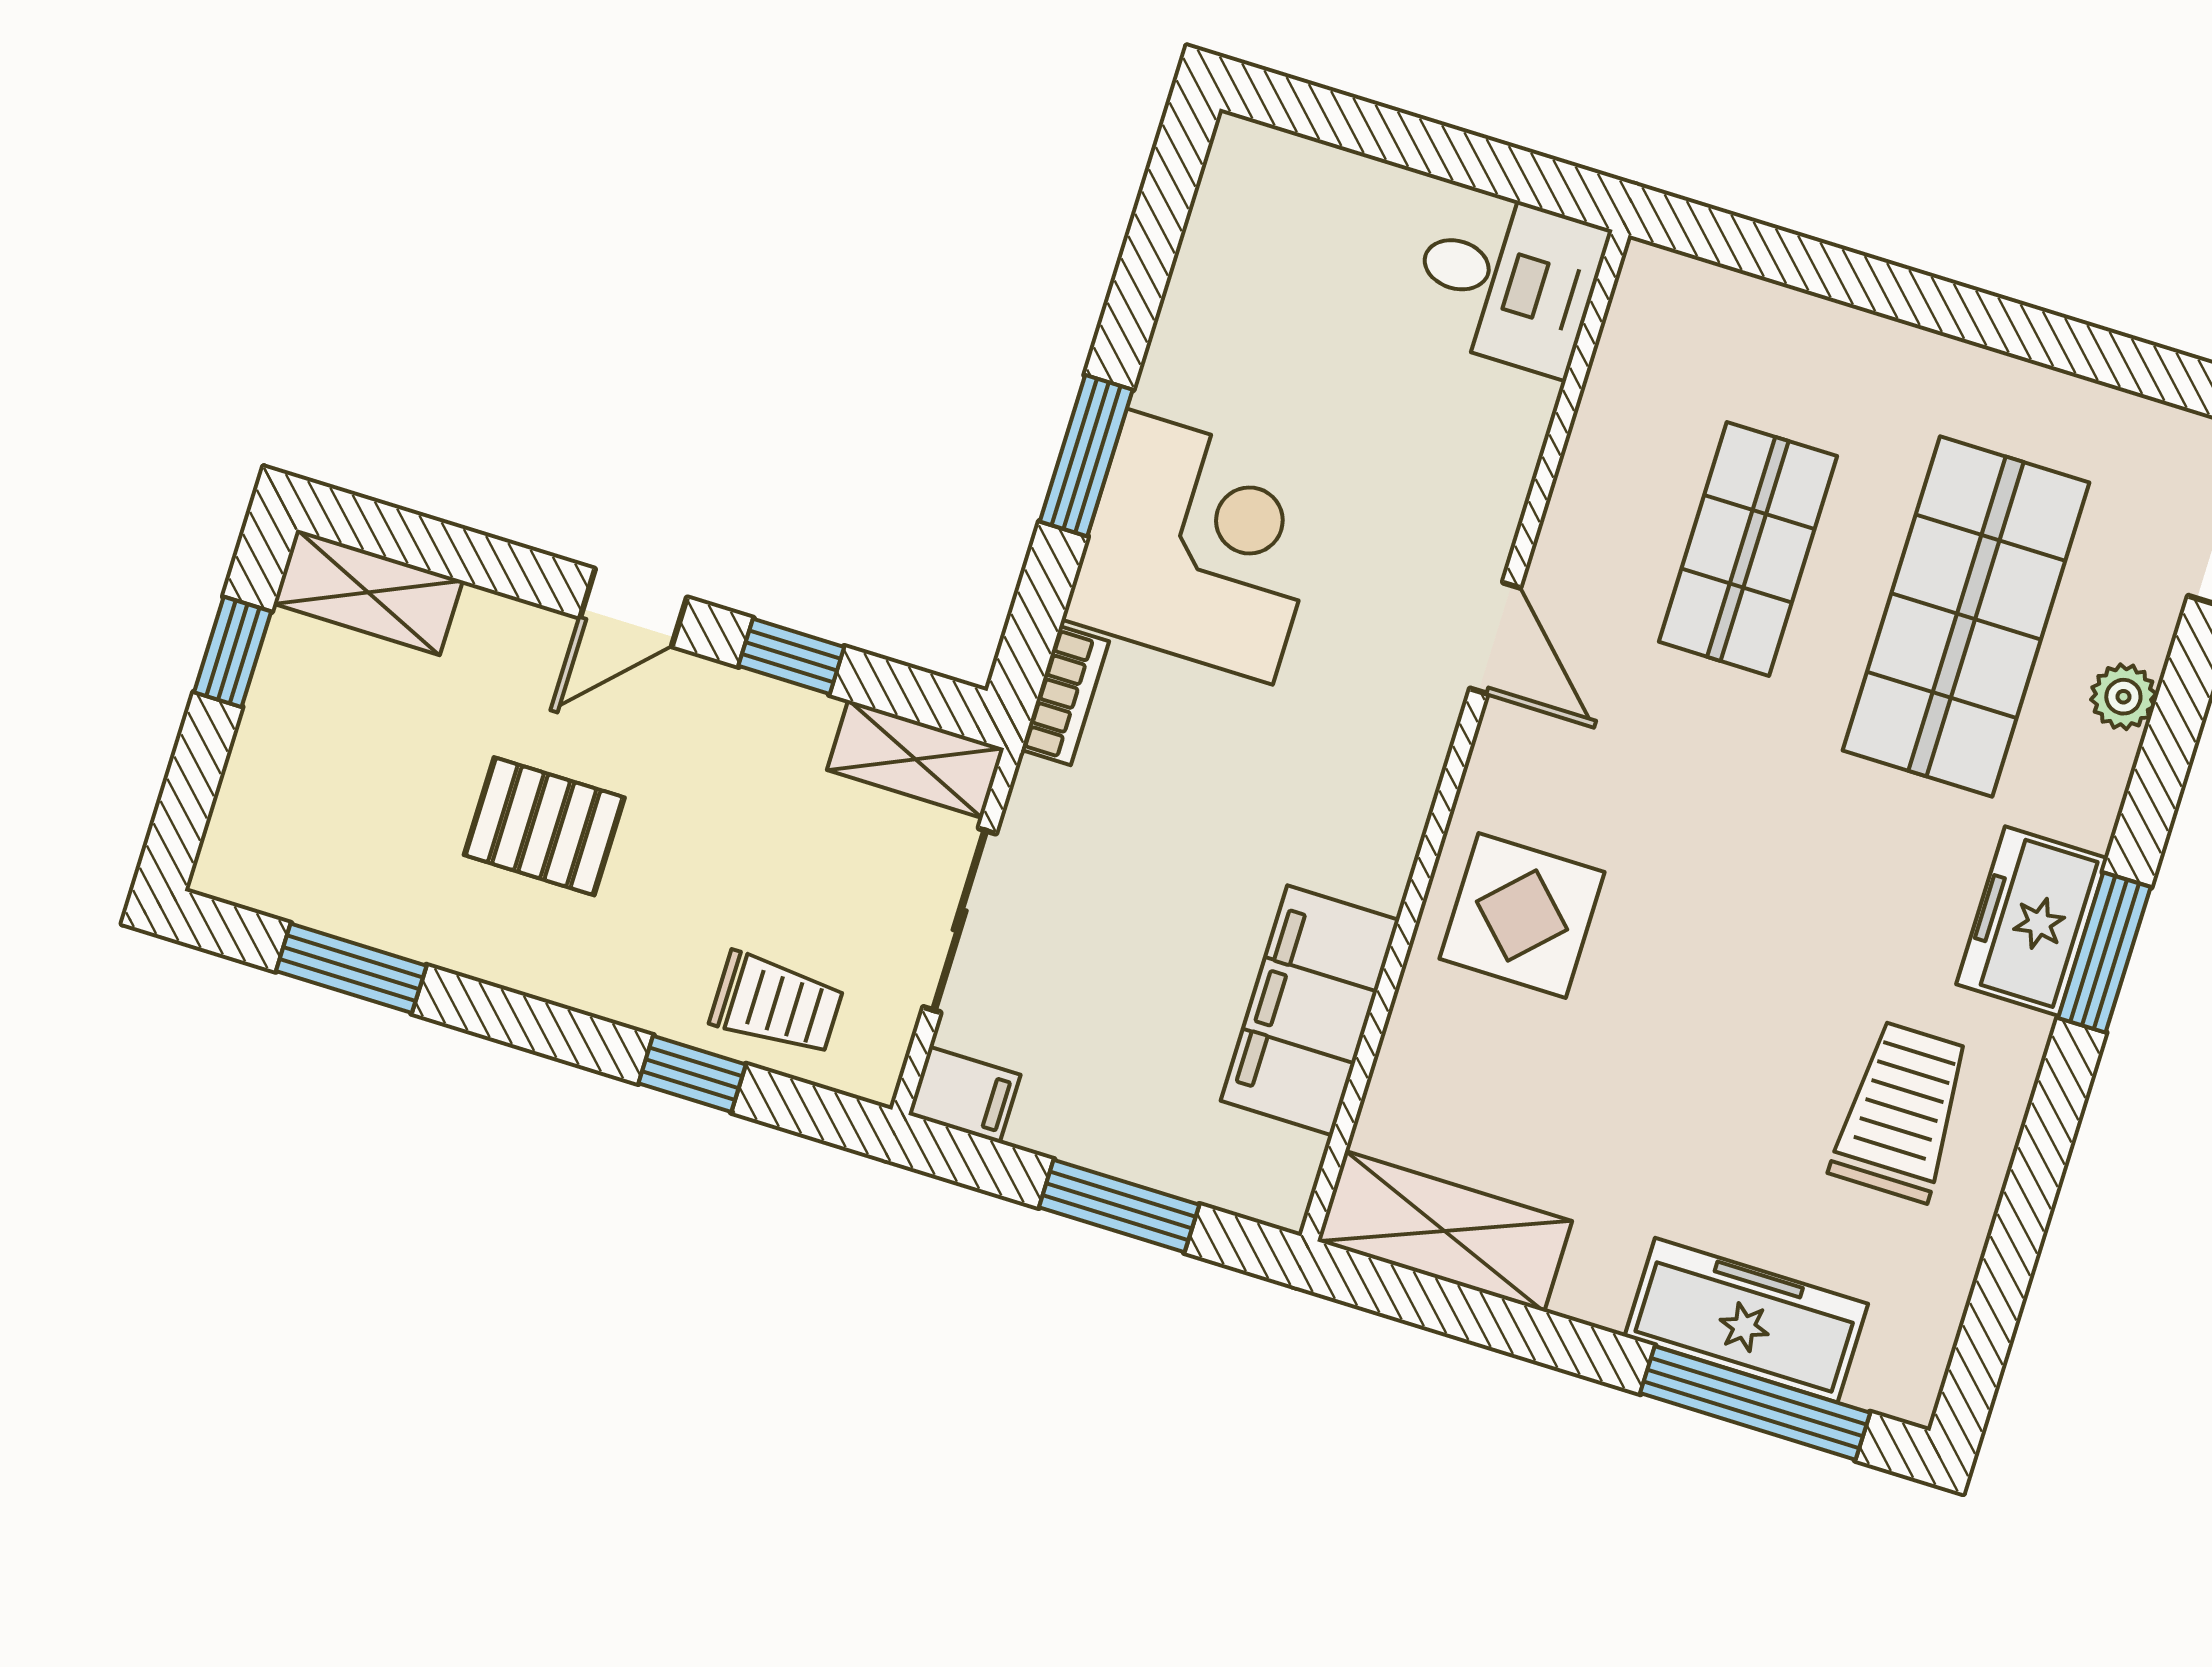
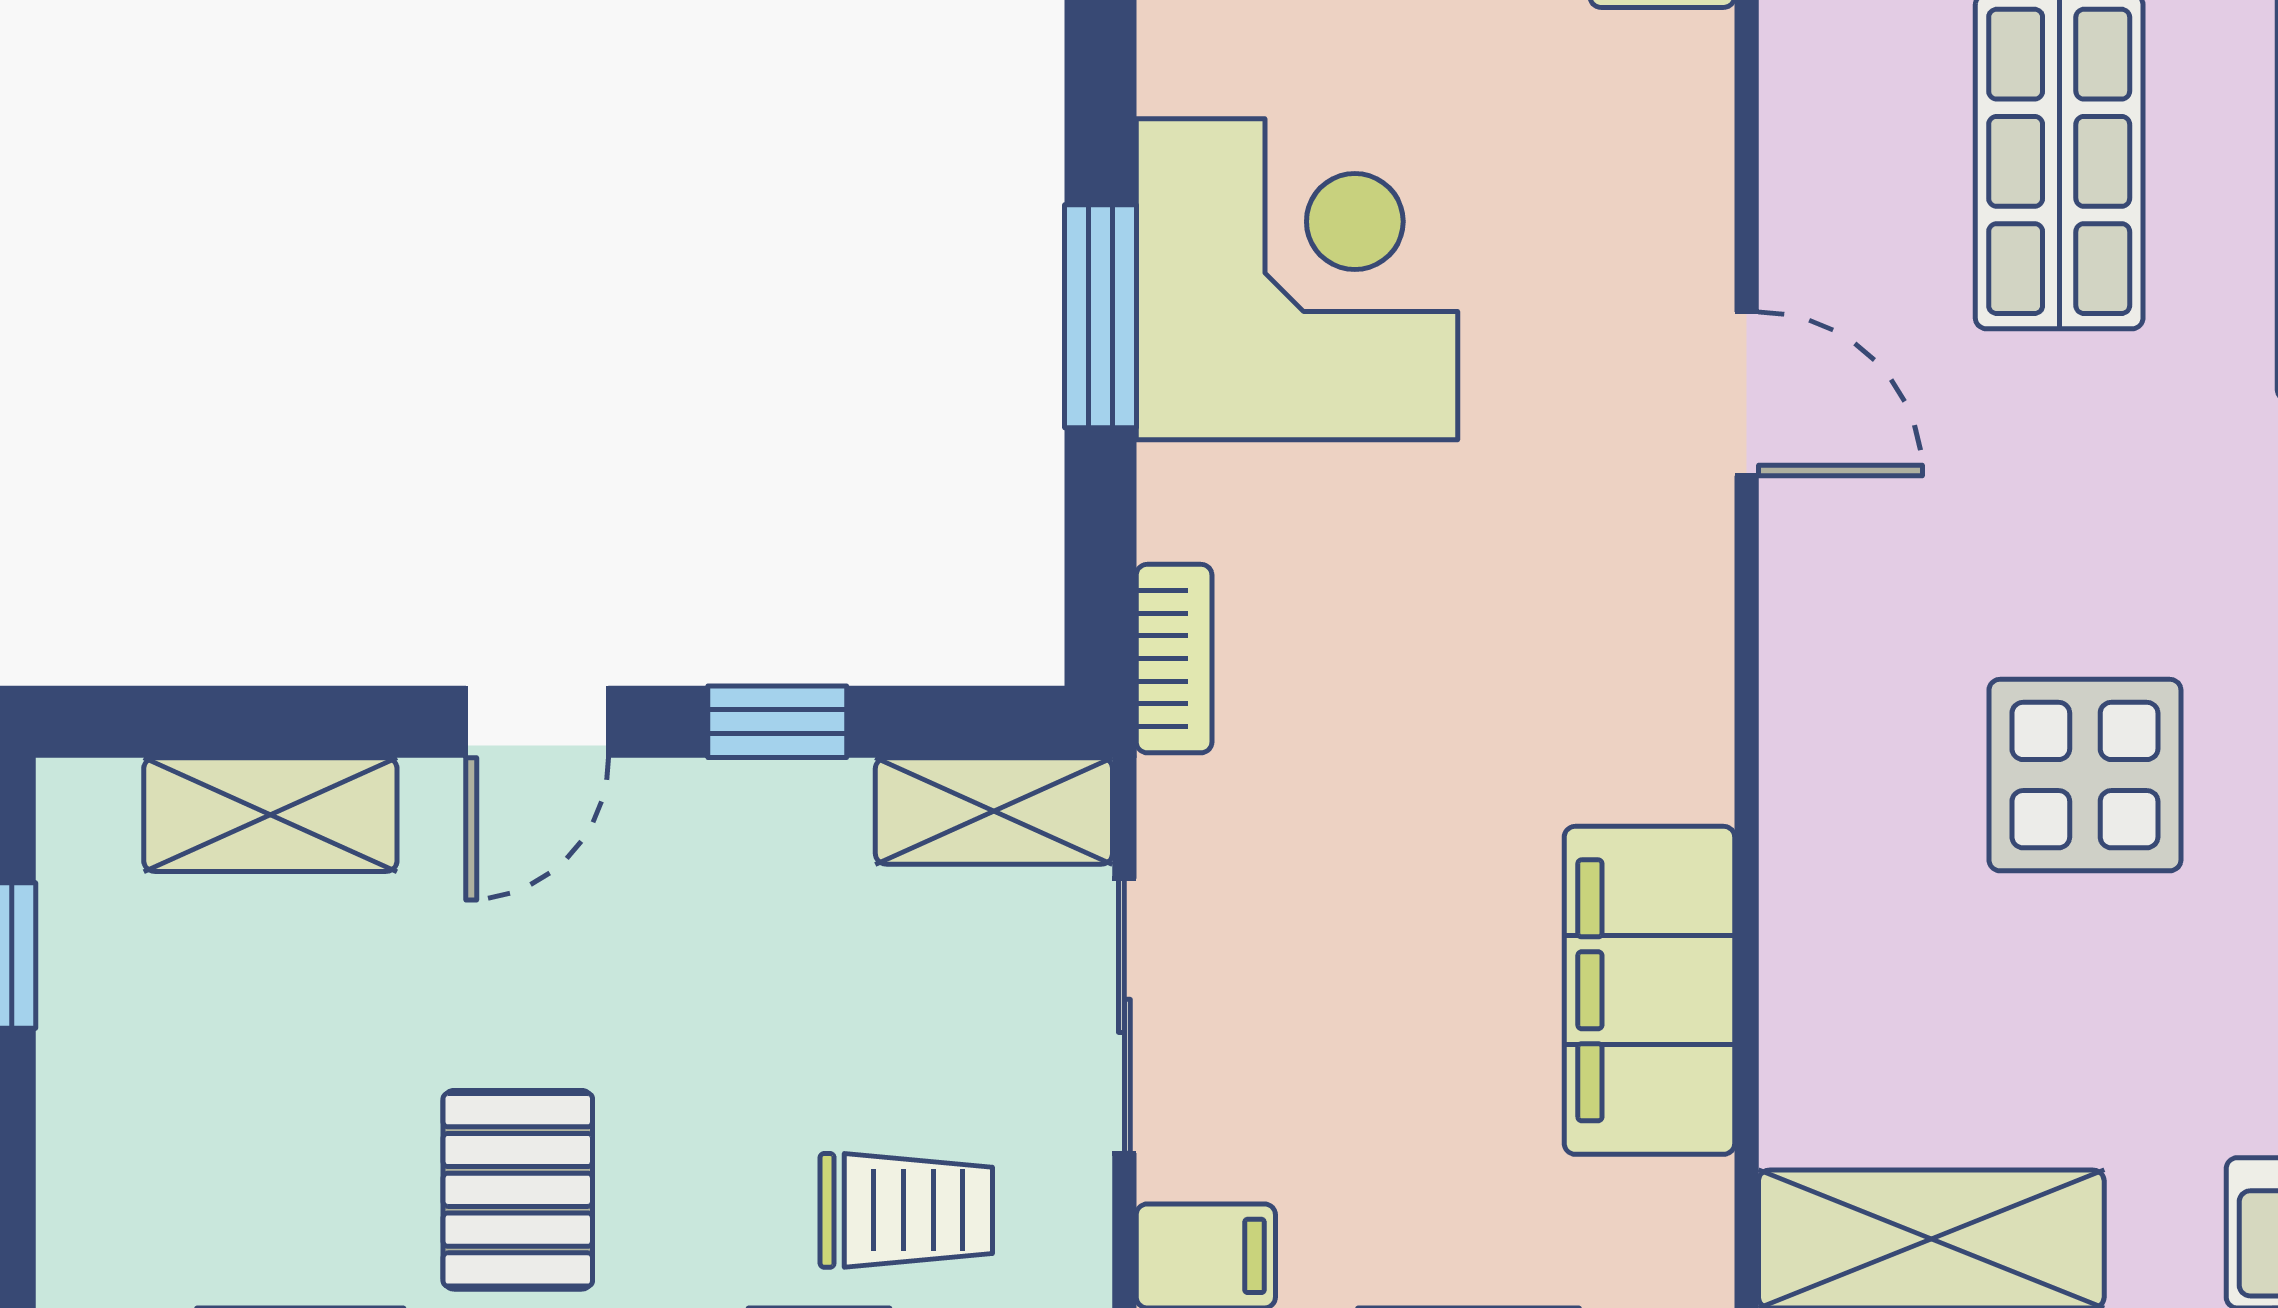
corner desk: (1200, 547) -> (1297, 279), moved
shelving: (368, 592) -> (270, 815), moved
pallet: (544, 826) -> (518, 1190), moved, turned 90
display table: (1522, 915) -> (2085, 775), moved

